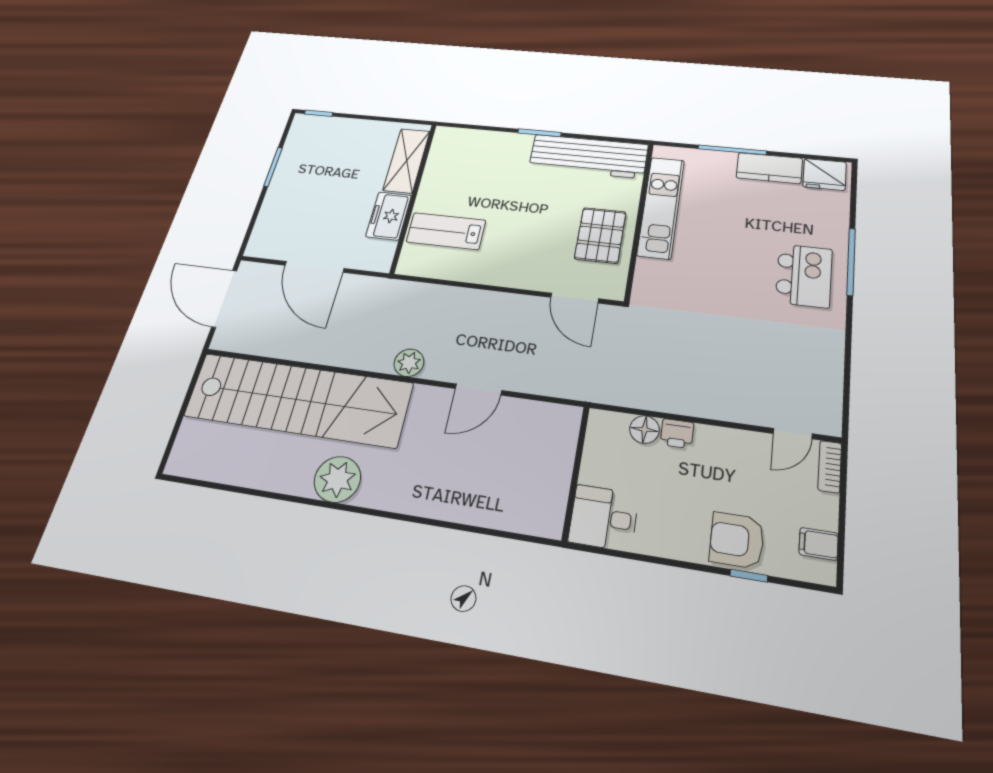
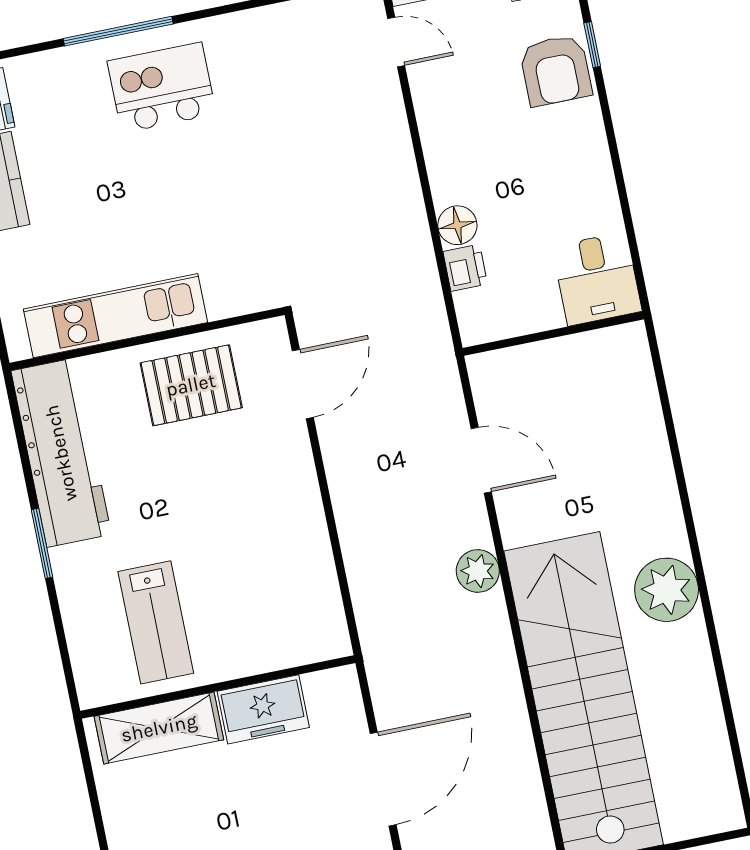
lab bench: (446, 231) -> (156, 622), moved
printer: (677, 434) -> (465, 268), moved
wall: (576, 472) -> (553, 334), moved
desk: (604, 518) -> (597, 279), moved

